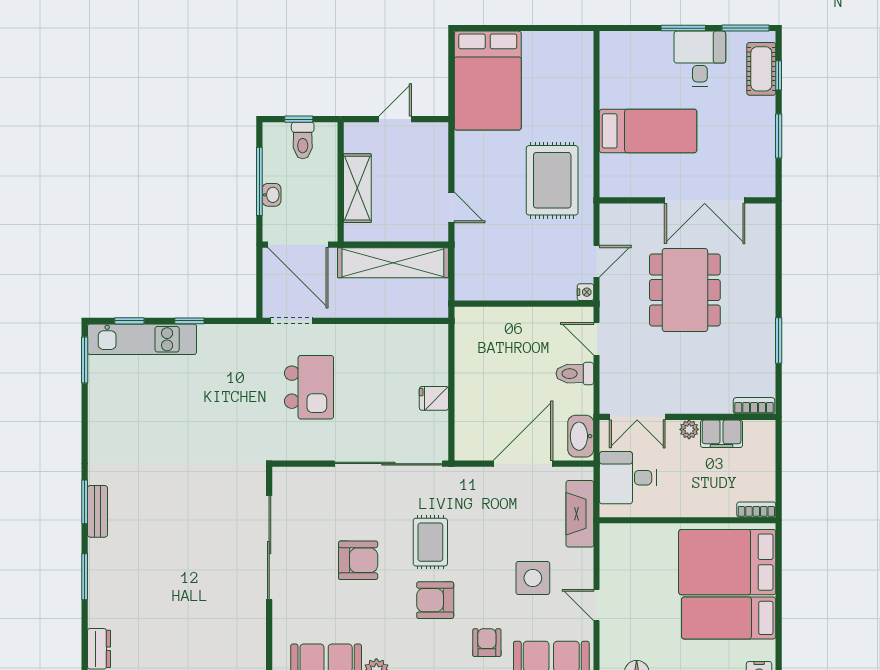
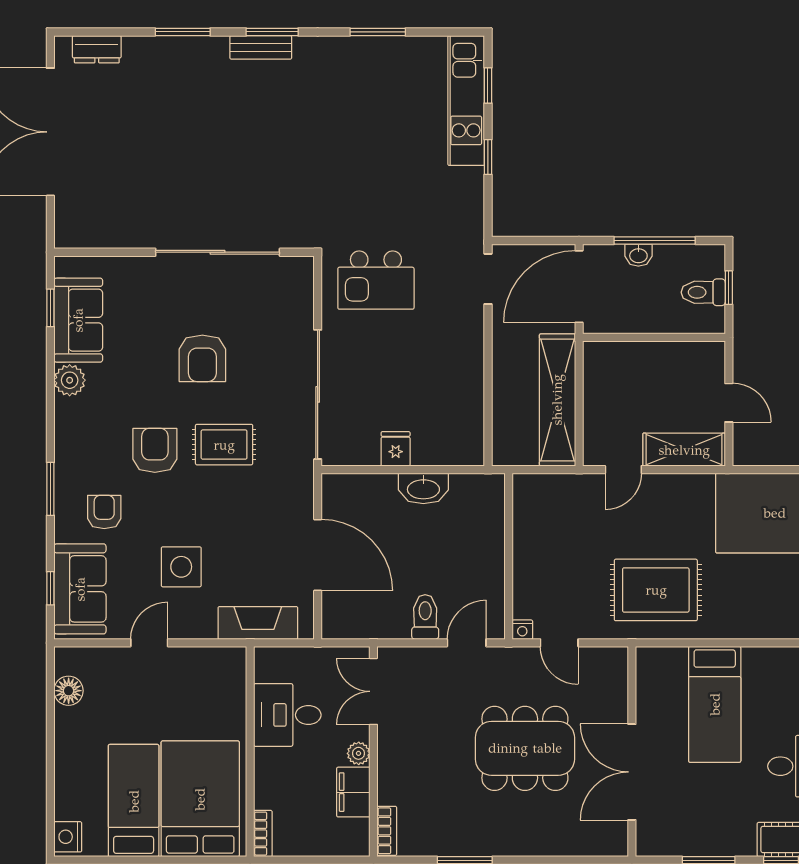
shelving: (357, 188) -> (684, 450), moved
window: (85, 360) -> (378, 32), moved
kitchen island: (309, 387) -> (376, 280), moved
washbasin: (581, 436) -> (423, 488), moved, turned 180
desk: (628, 478) -> (287, 715), moved, turned -90
armchair: (487, 643) -> (104, 512), turned -90

